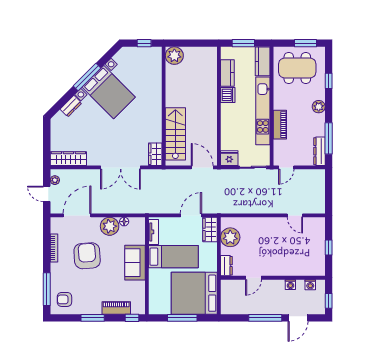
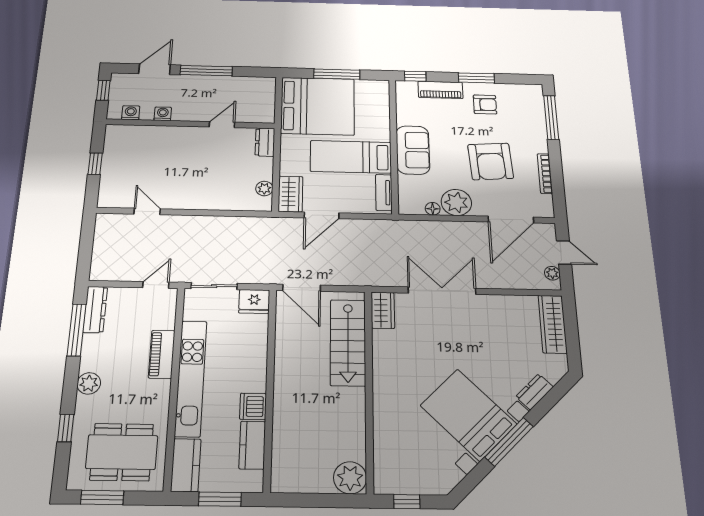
wardrobe: (68, 159) -> (553, 324), moved, turned 90
plant: (230, 237) -> (264, 189), width x0.53, depth x0.53
armchair: (64, 299) -> (485, 104), moved

